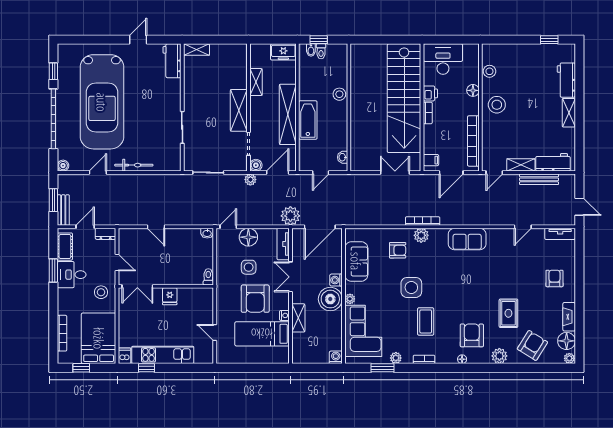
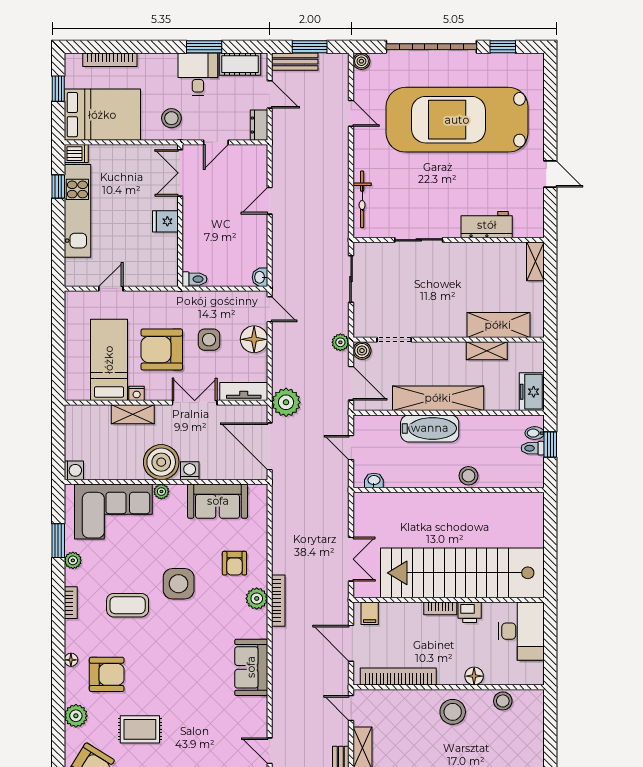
workbench: (172, 61) -> (487, 225), moved
shelving: (239, 110) -> (498, 325), moved
bicycle: (134, 165) -> (362, 199), moved

